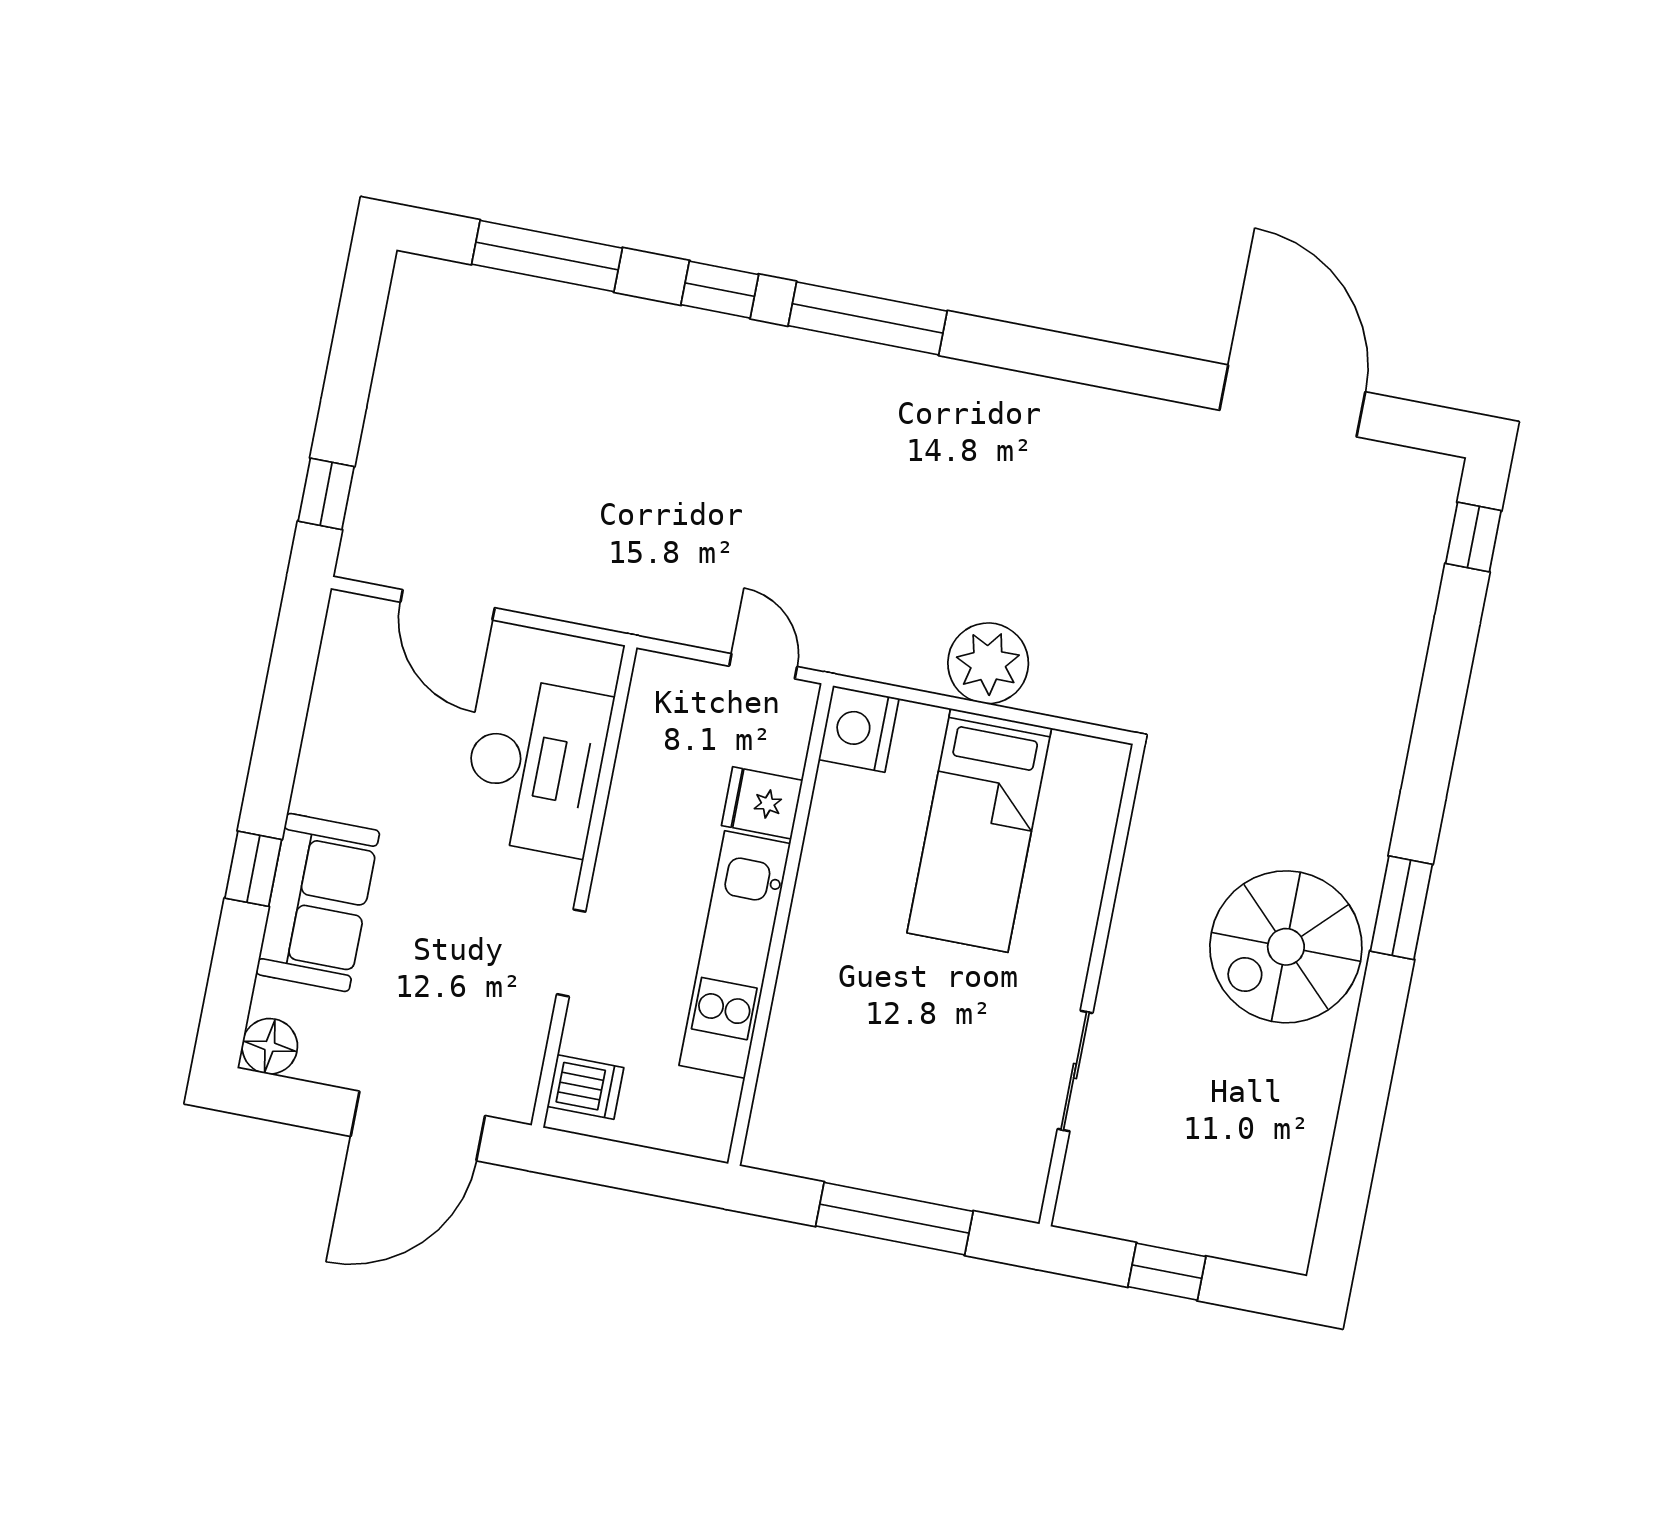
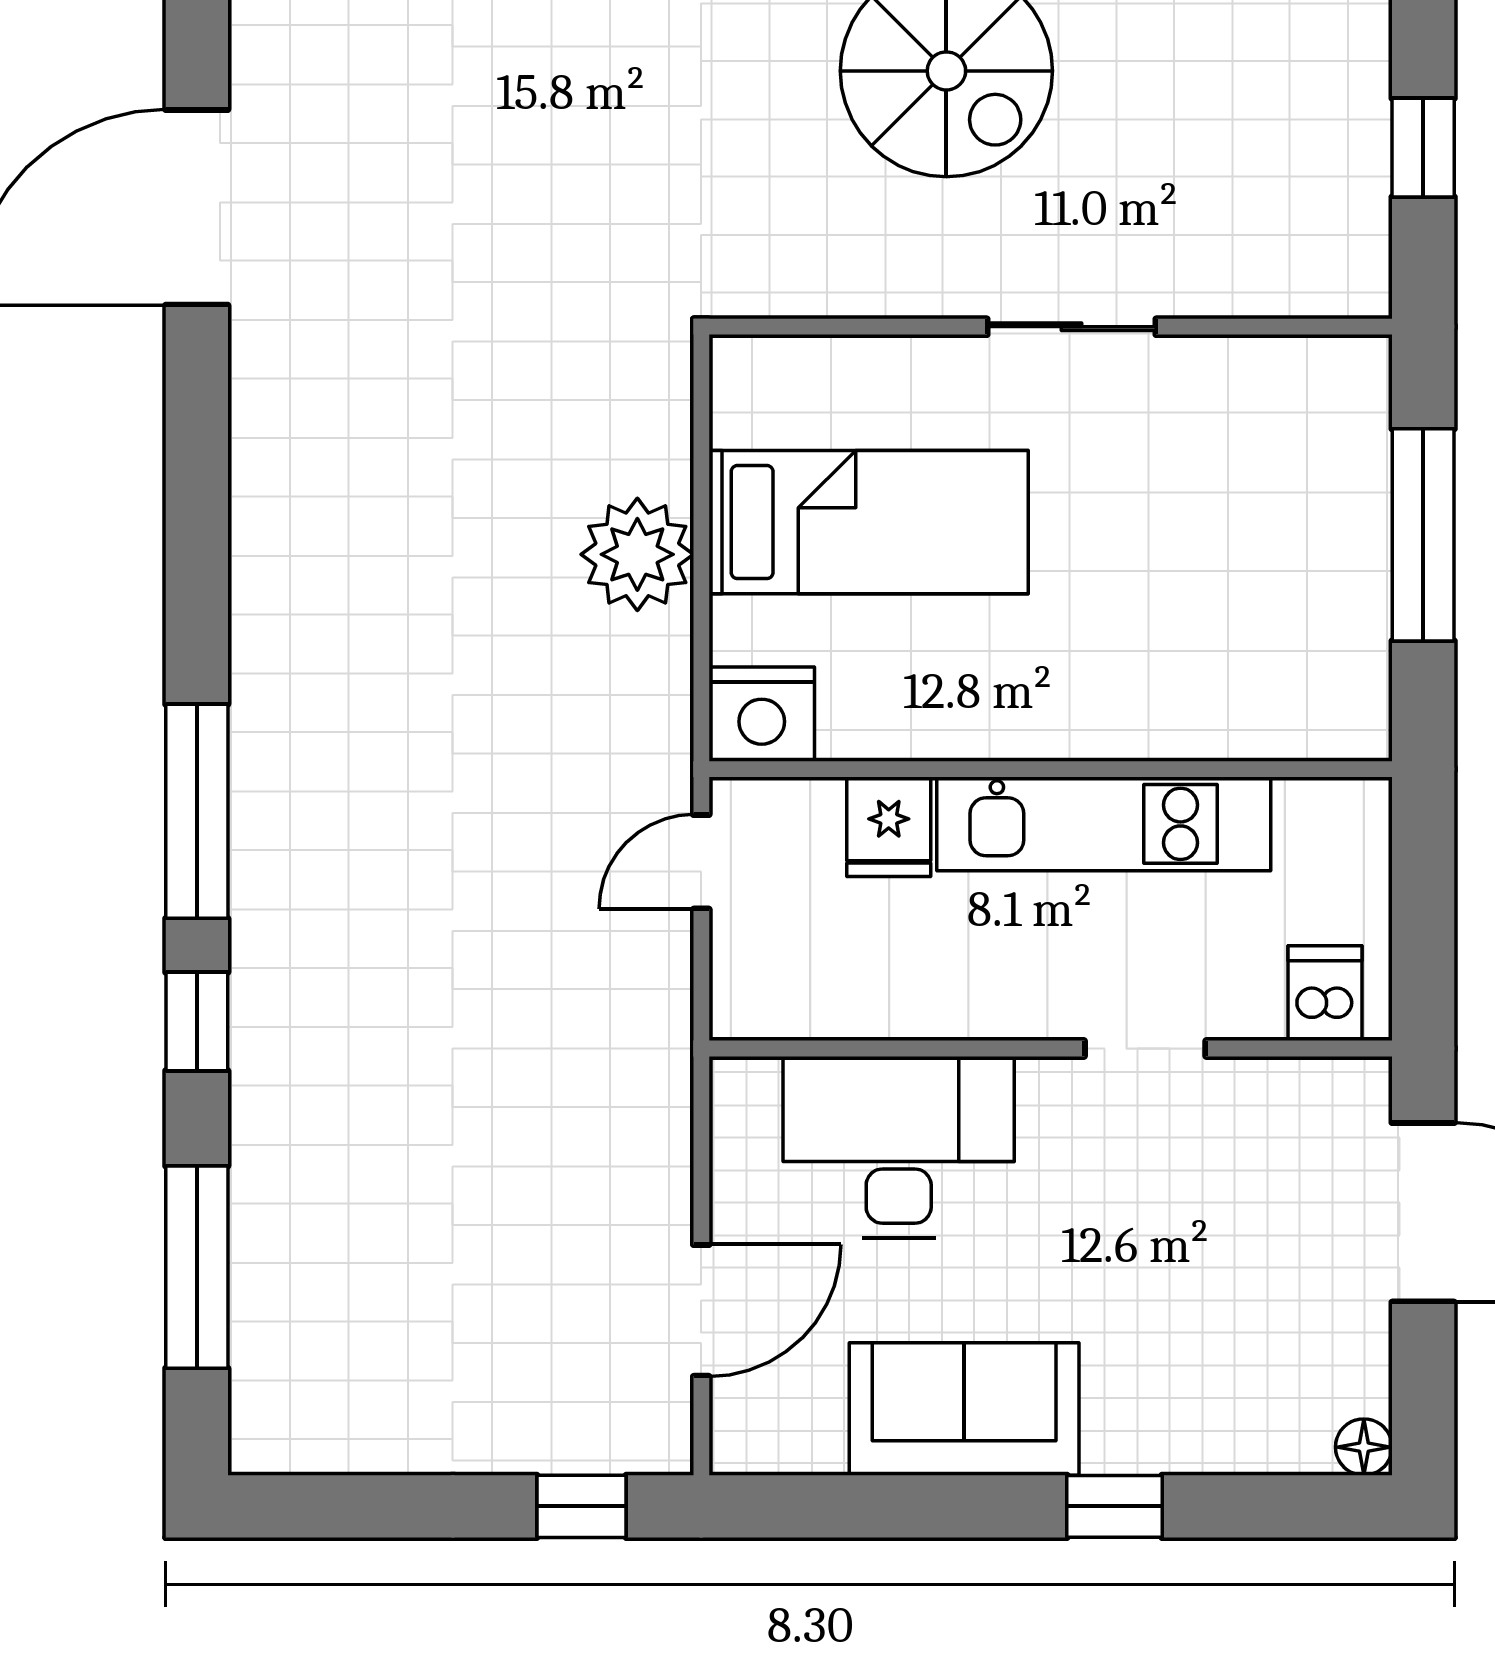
sofa: (318, 902) -> (964, 1409), moved
floor lamp: (270, 1046) -> (1364, 1447), width x0.73, depth x0.73
sliding door: (1075, 1071) -> (1071, 327), moved

